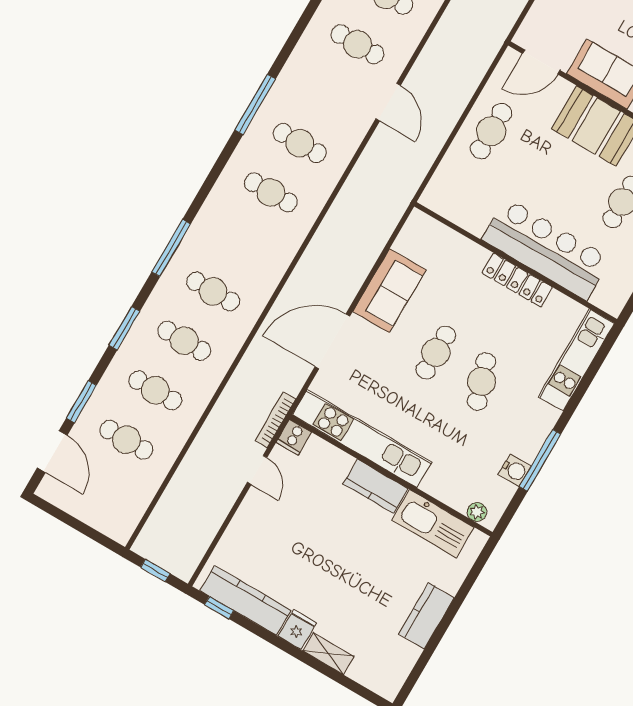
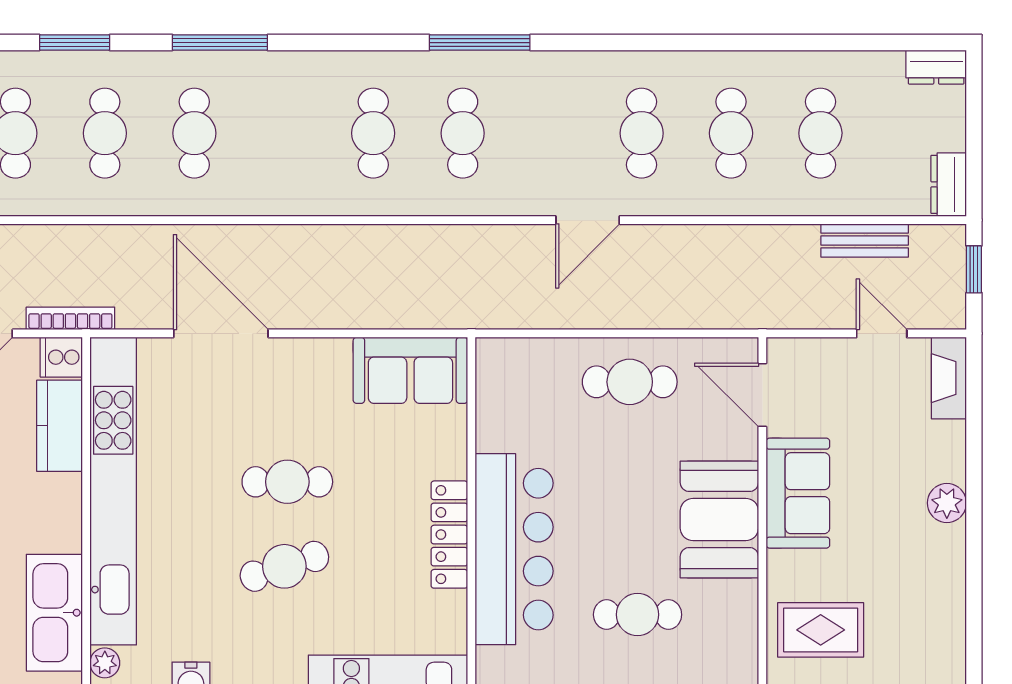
sofa: (389, 291) -> (410, 370), moved
kitchen unit: (362, 439) -> (113, 491), width x1.36
kitchen counter: (375, 486) -> (59, 426), moved

